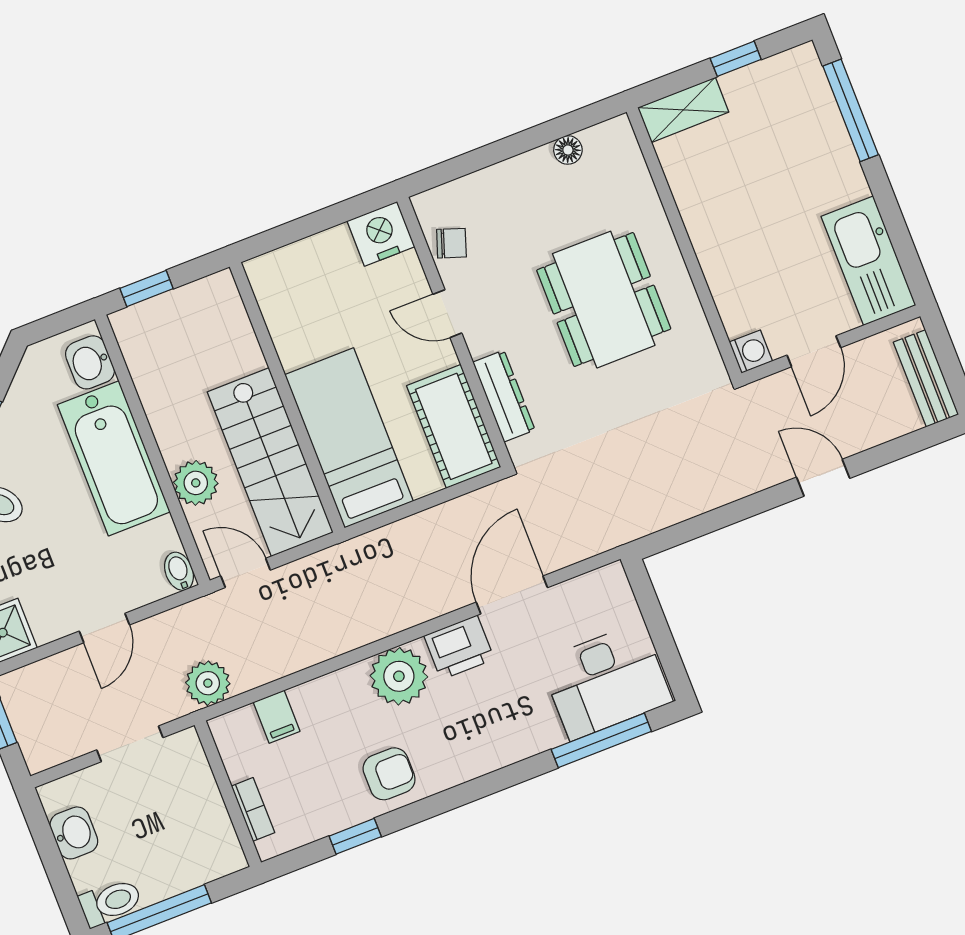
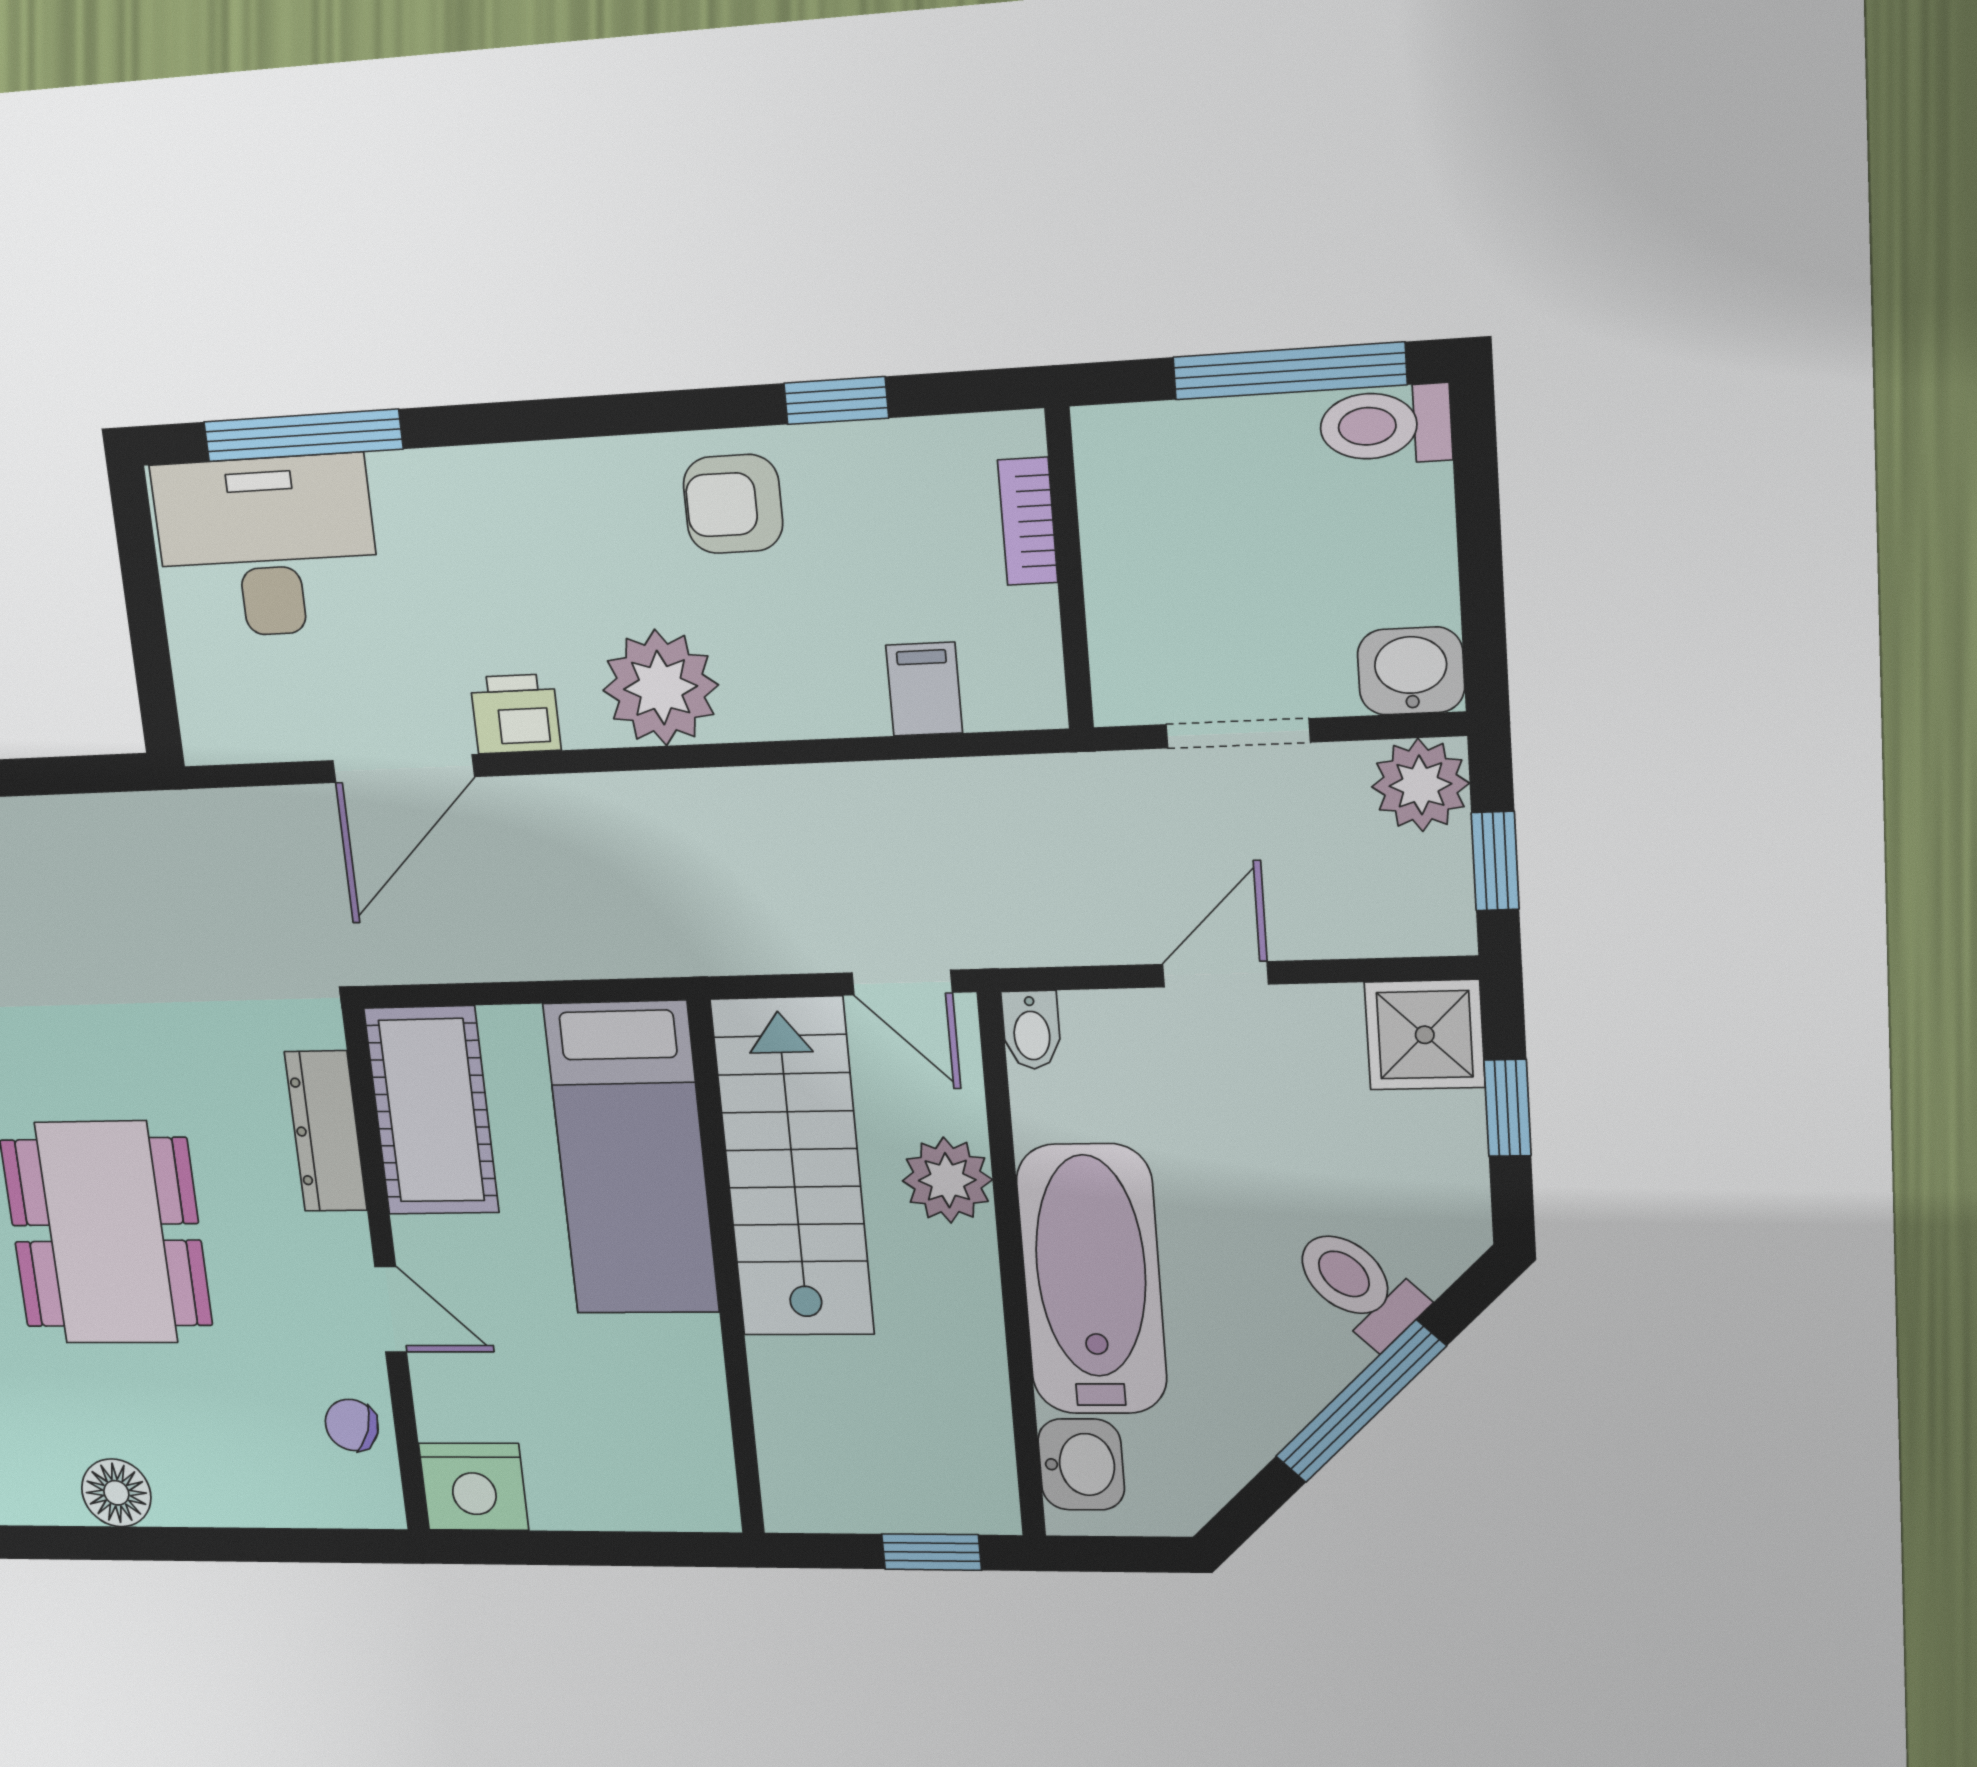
floor lamp: (568, 150) -> (116, 1493), width x1.37, depth x1.37
printer: (459, 647) -> (515, 714), width x0.73, depth x0.81
plant: (208, 683) -> (1420, 785), moved
washbasin: (74, 833) -> (1411, 671), moved, turned 90

